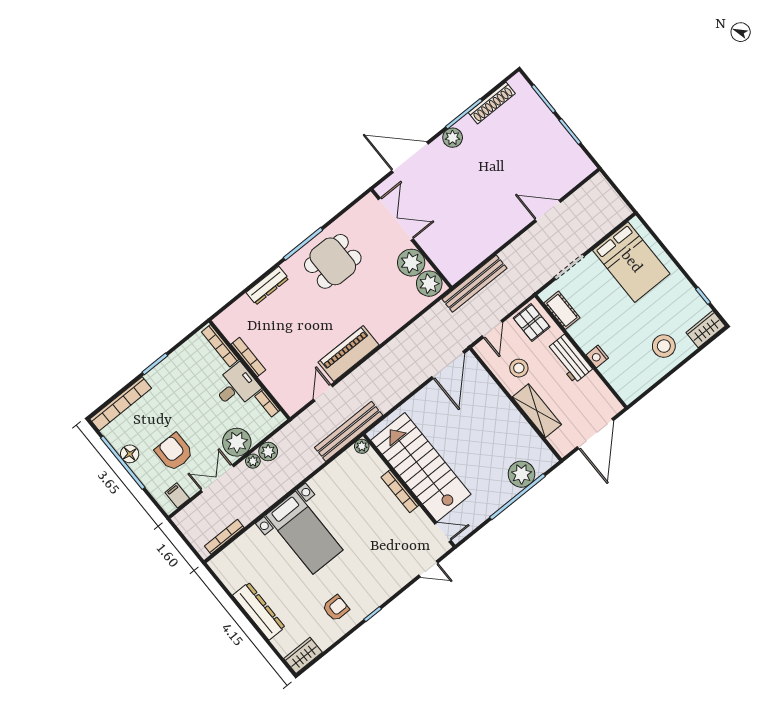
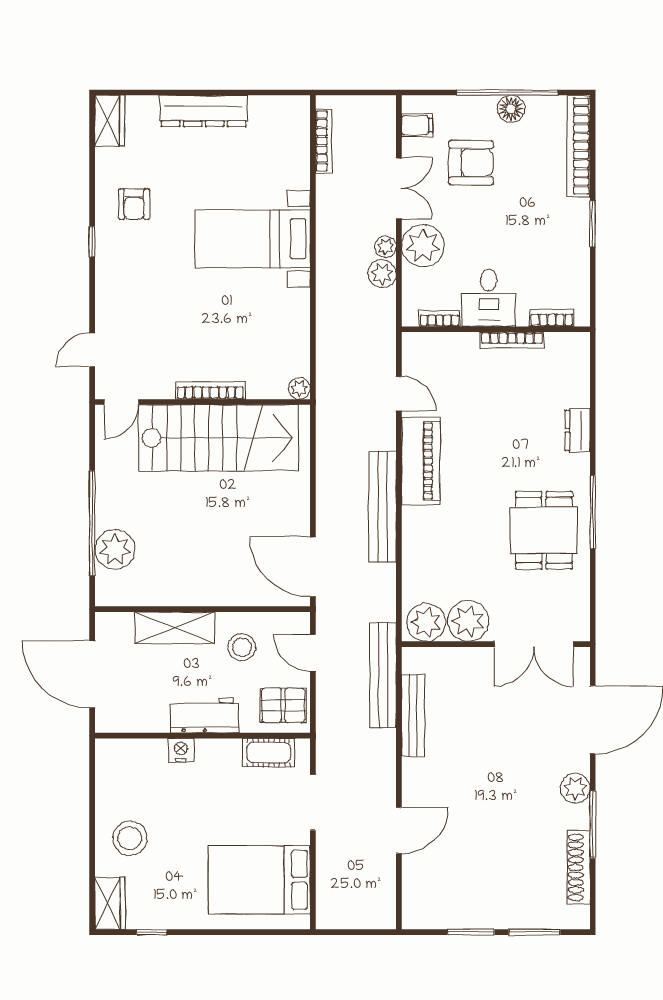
bench: (483, 252) -> (413, 715), added
dresser: (267, 286) -> (578, 430), width x0.70
bookcase: (220, 346) -> (552, 318), width x0.64
bench: (349, 431) -> (382, 507), moved

